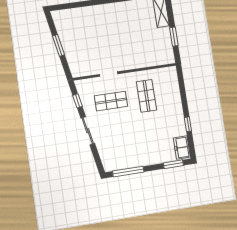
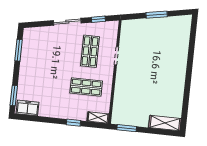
window: (174, 37) -> (127, 128), moved
shelving: (173, 77) -> (98, 118), added
window: (188, 124) -> (73, 123), moved
window: (128, 172) -> (19, 50), width x0.69

